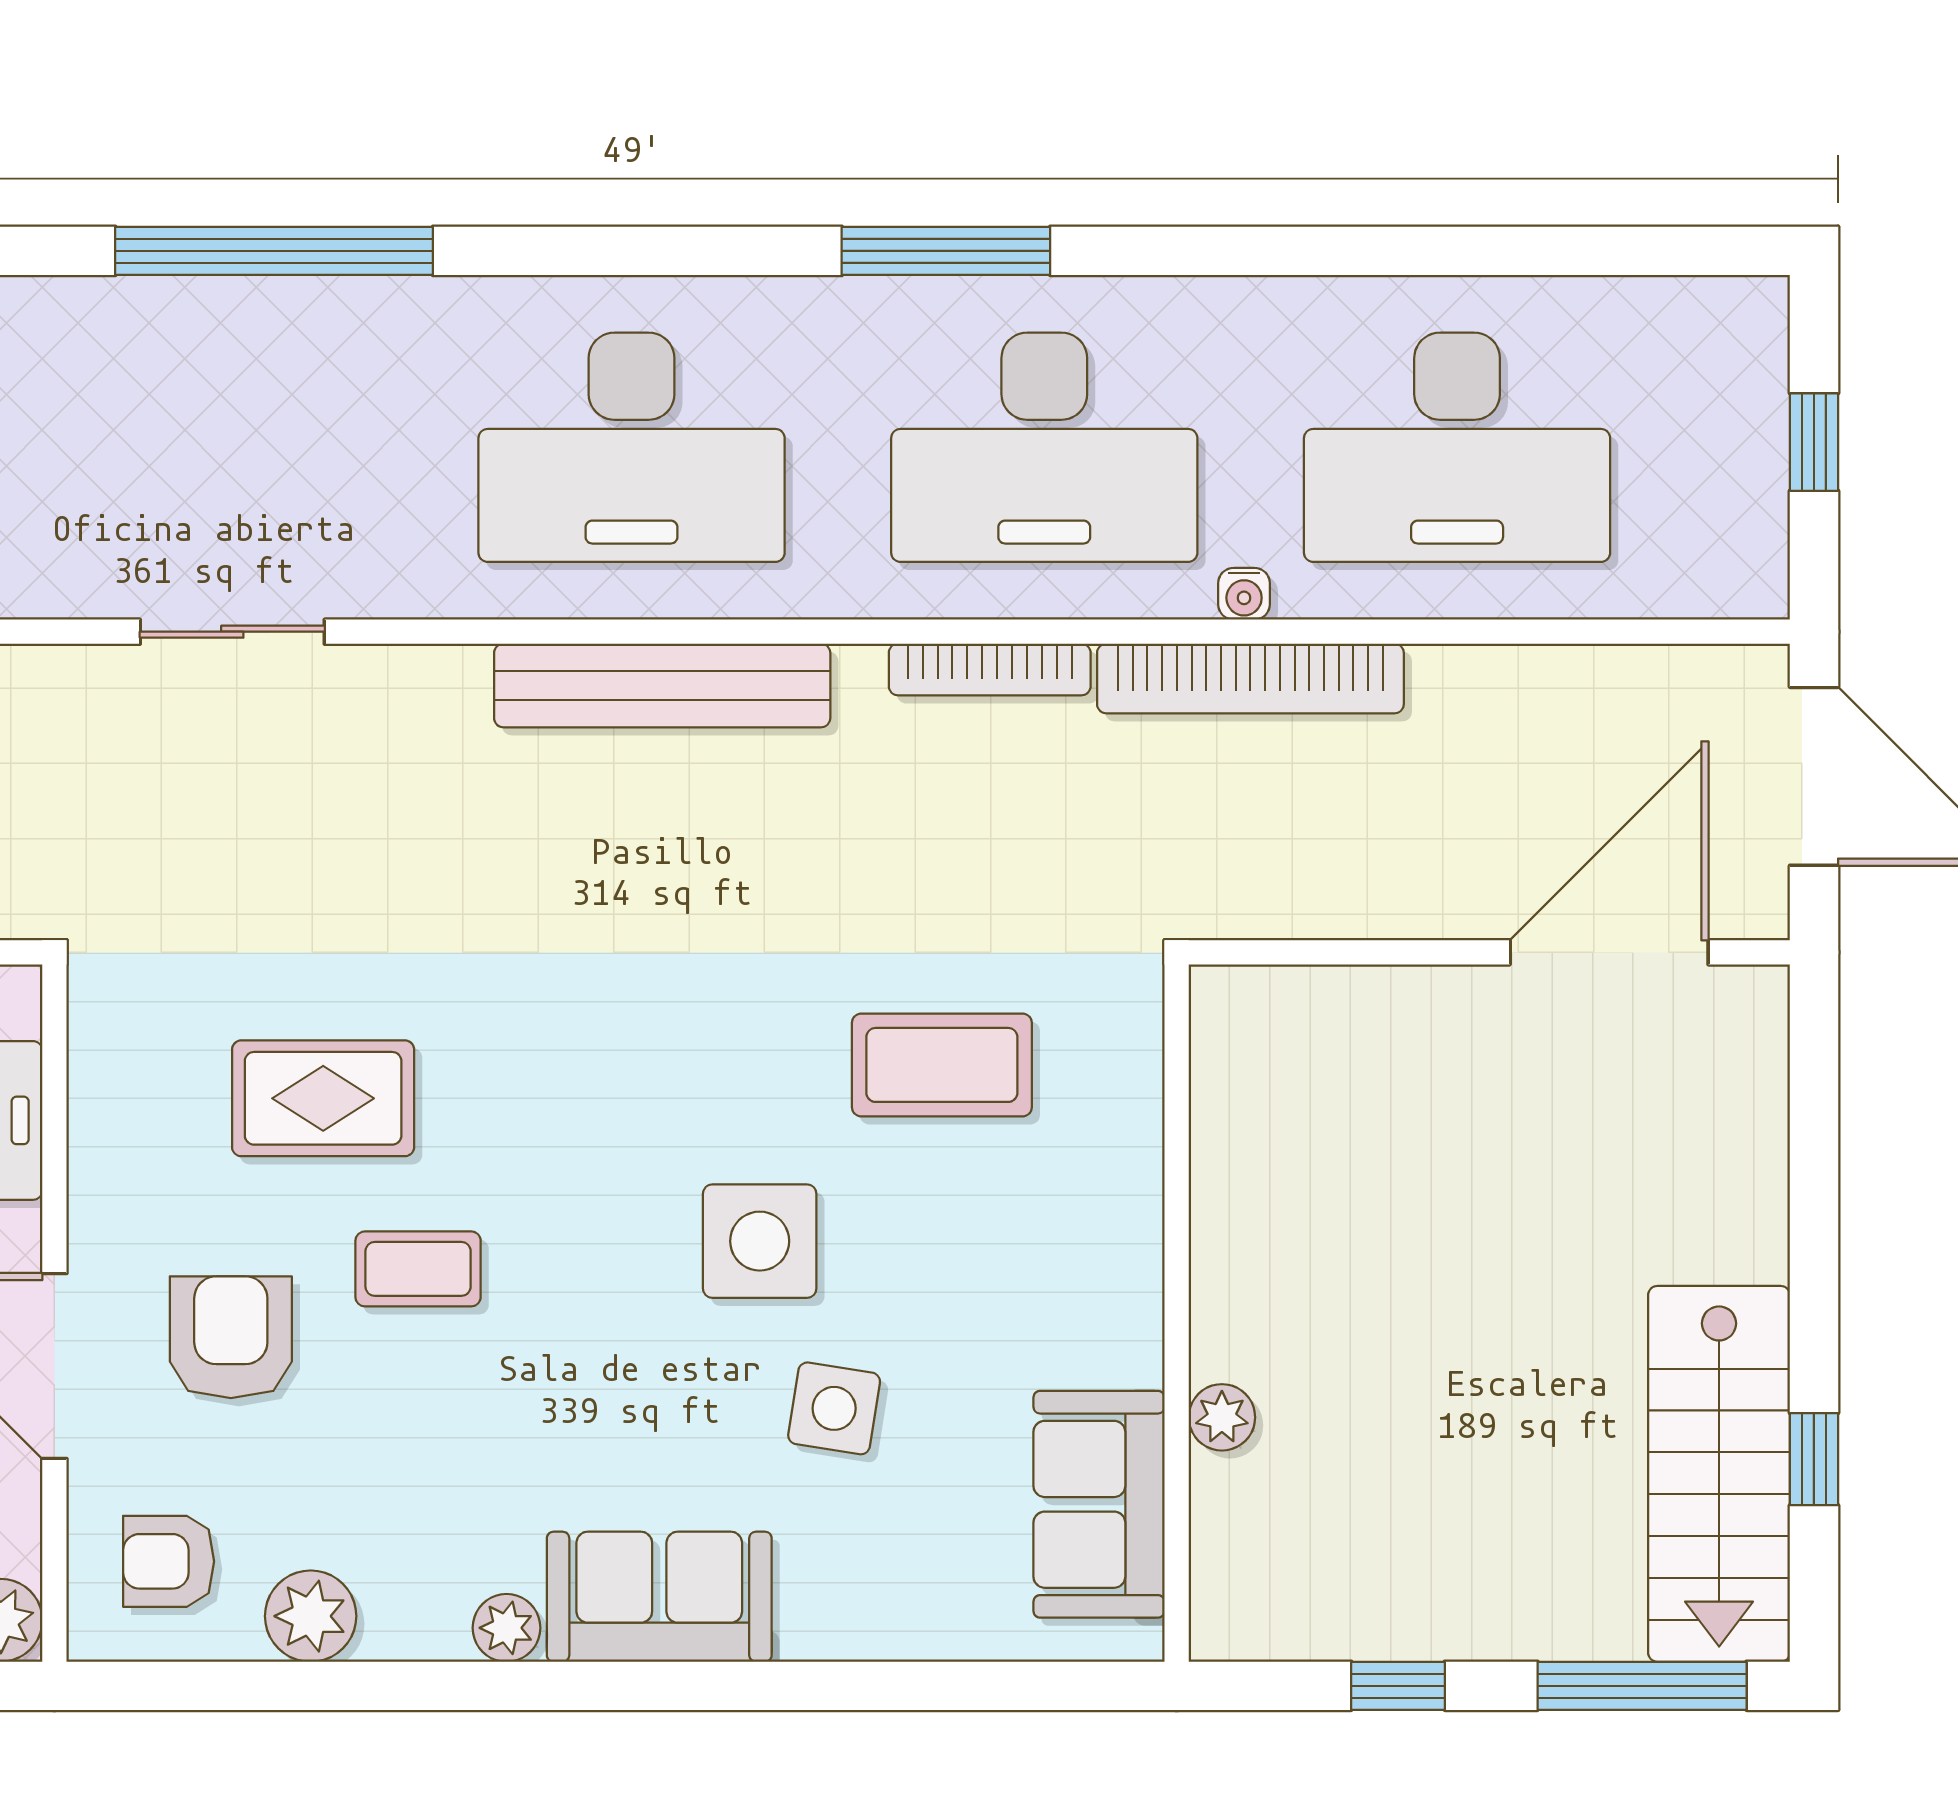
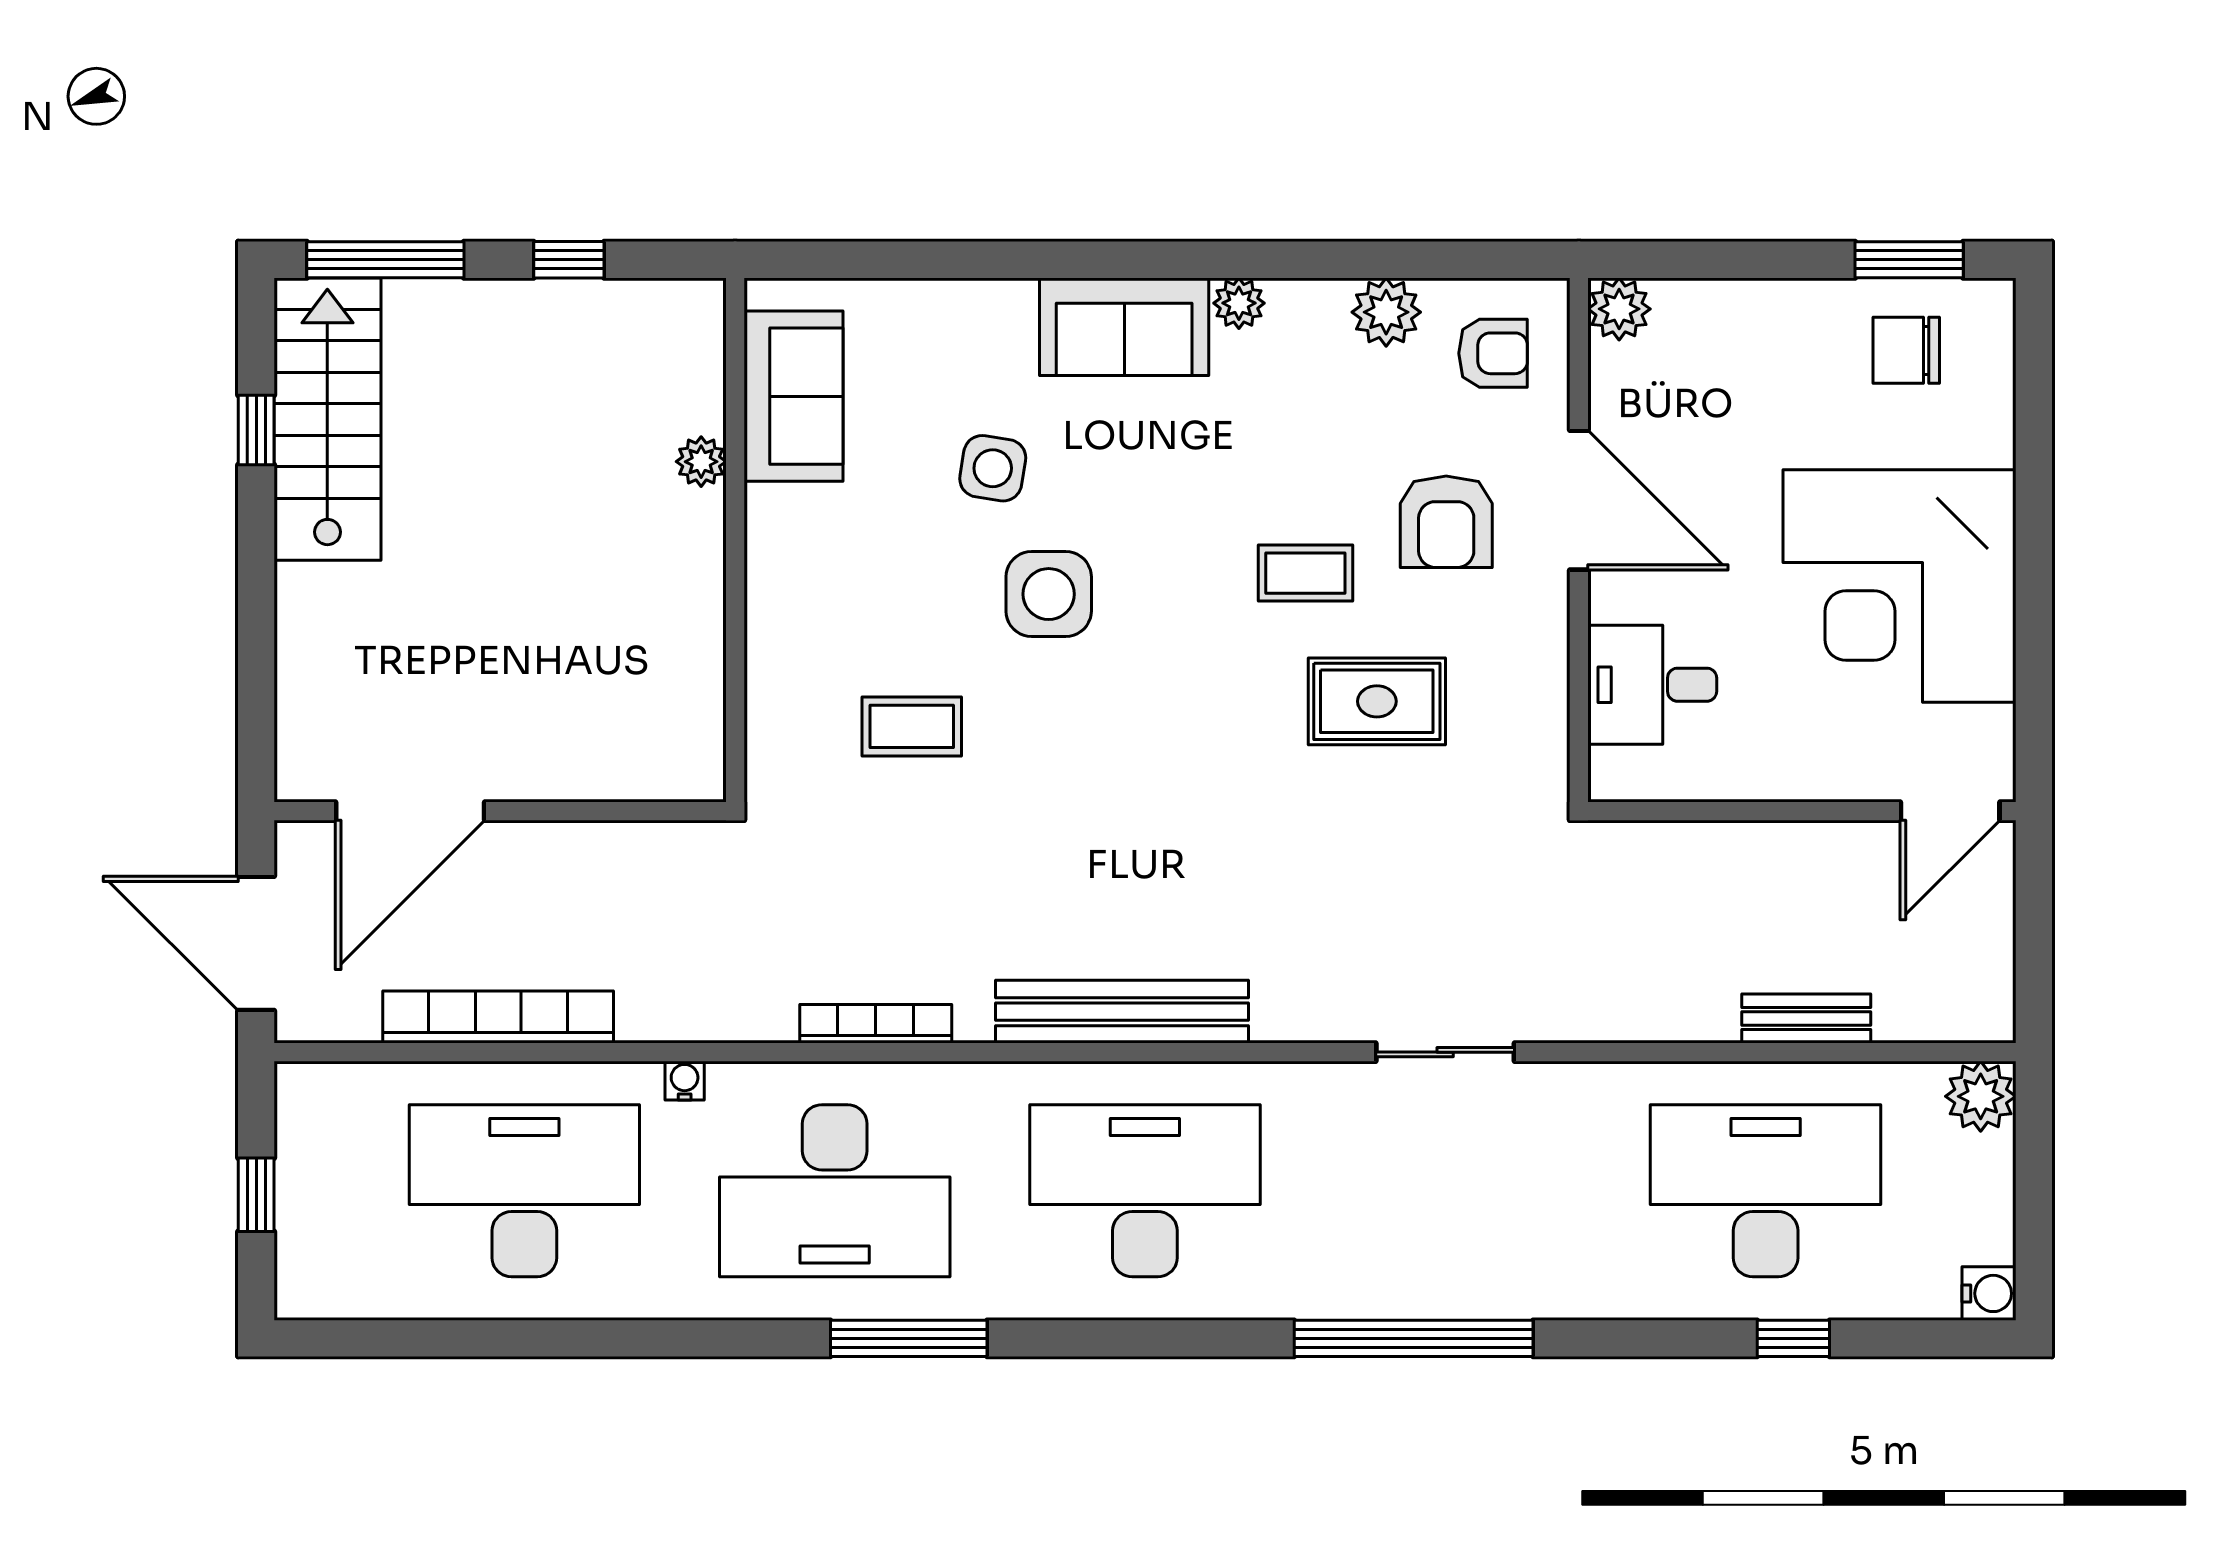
desk: (1044, 447) -> (835, 1191), turned 180
bookcase: (1250, 678) -> (498, 1017), moved
coffee table: (942, 1065) -> (912, 726), width x0.73, depth x0.77

